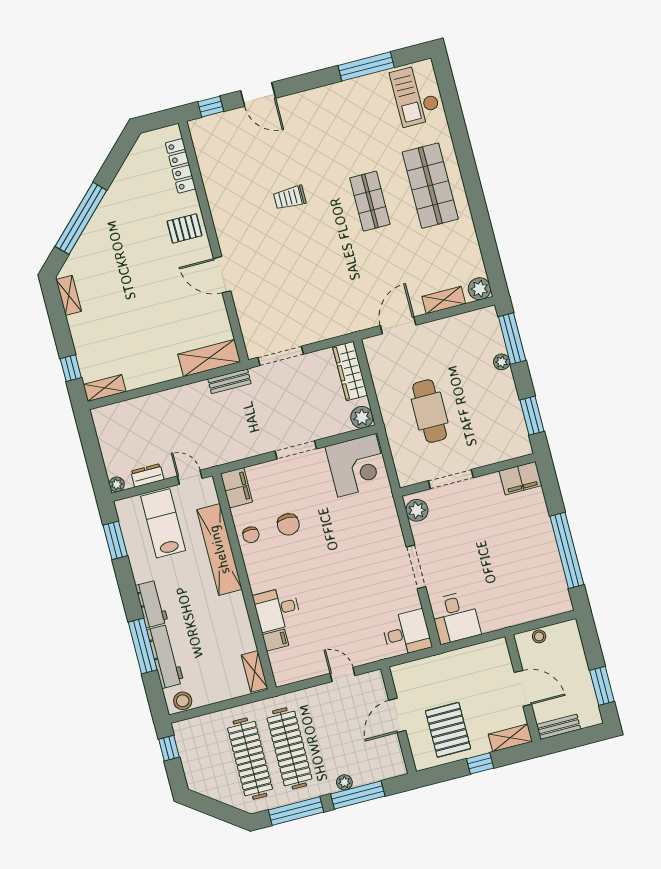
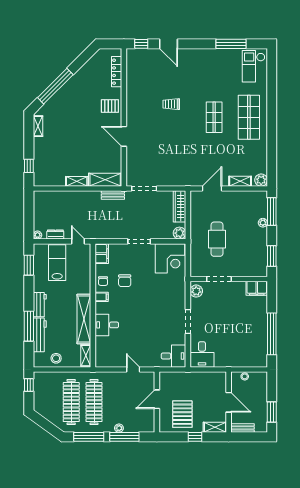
shelving: (105, 388) -> (77, 181), moved
shelving: (219, 550) -> (84, 319), moved
filing cabinet: (275, 640) -> (102, 297), moved
stool: (183, 701) -> (56, 358), moved

